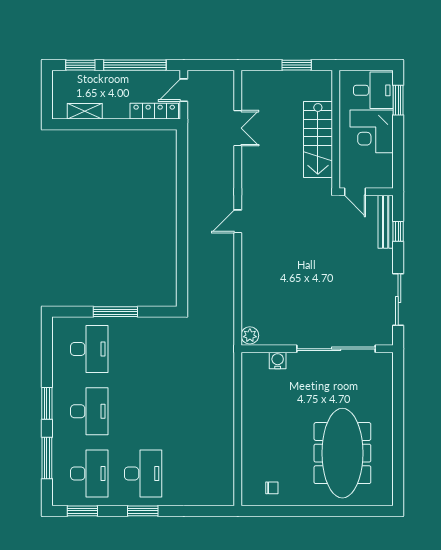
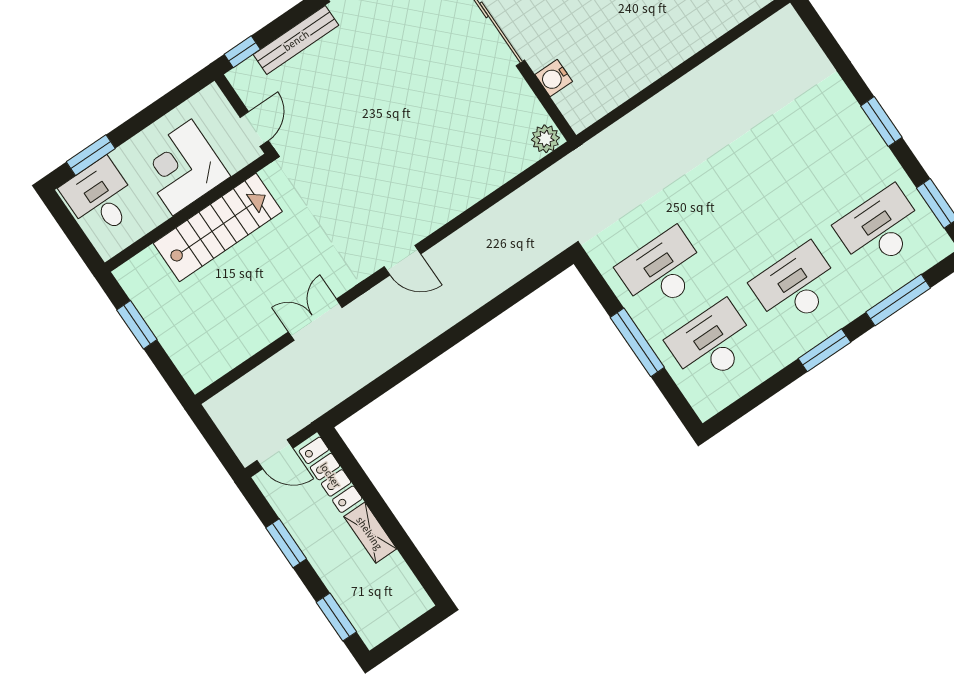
window: (135, 65) -> (286, 543), width x0.47
shelving: (85, 111) -> (370, 533), moved
double door: (238, 128) -> (315, 320), moved
corner desk: (372, 131) -> (182, 167), moved, turned 180
bench: (386, 222) -> (296, 40), moved
window: (398, 231) -> (242, 52), moved
desk: (143, 474) -> (662, 270), moved

